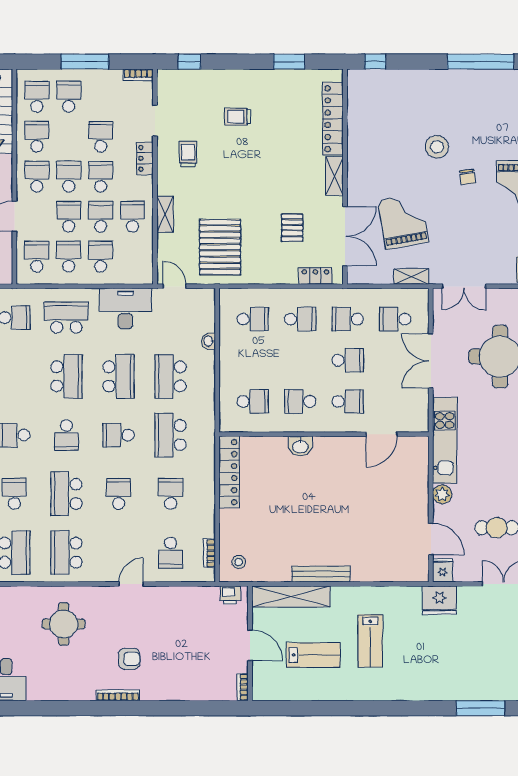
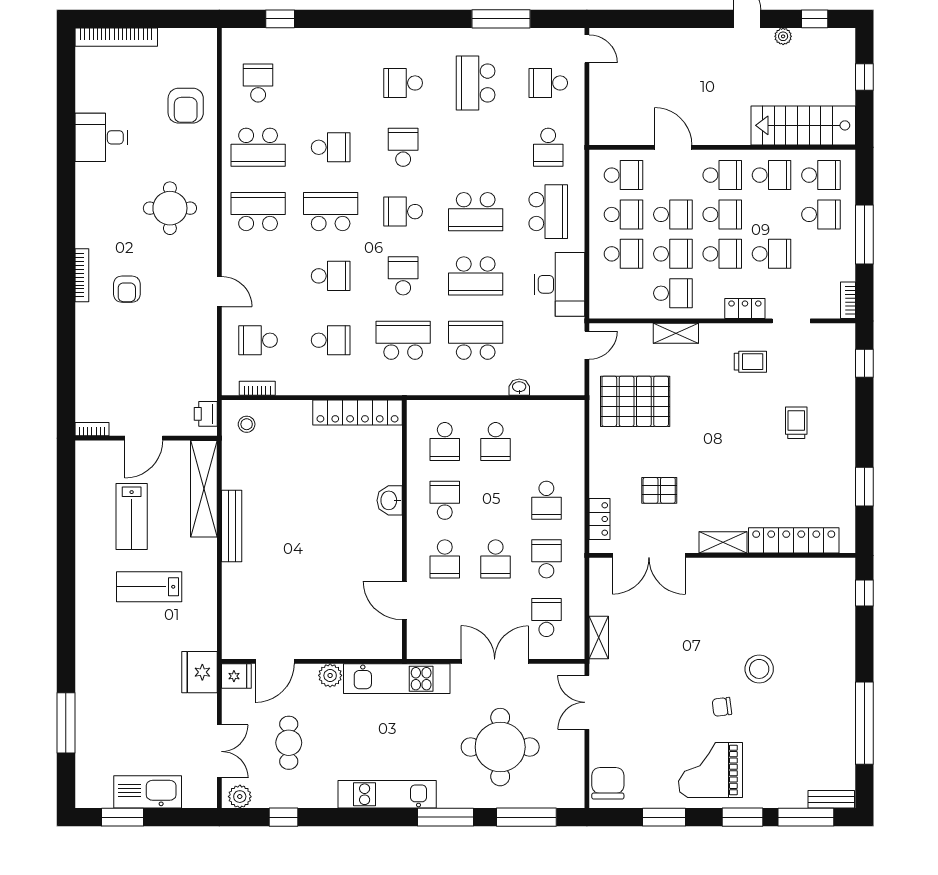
grand piano: (403, 221) -> (667, 627), removed
school desk: (253, 319) -> (496, 442), moved

